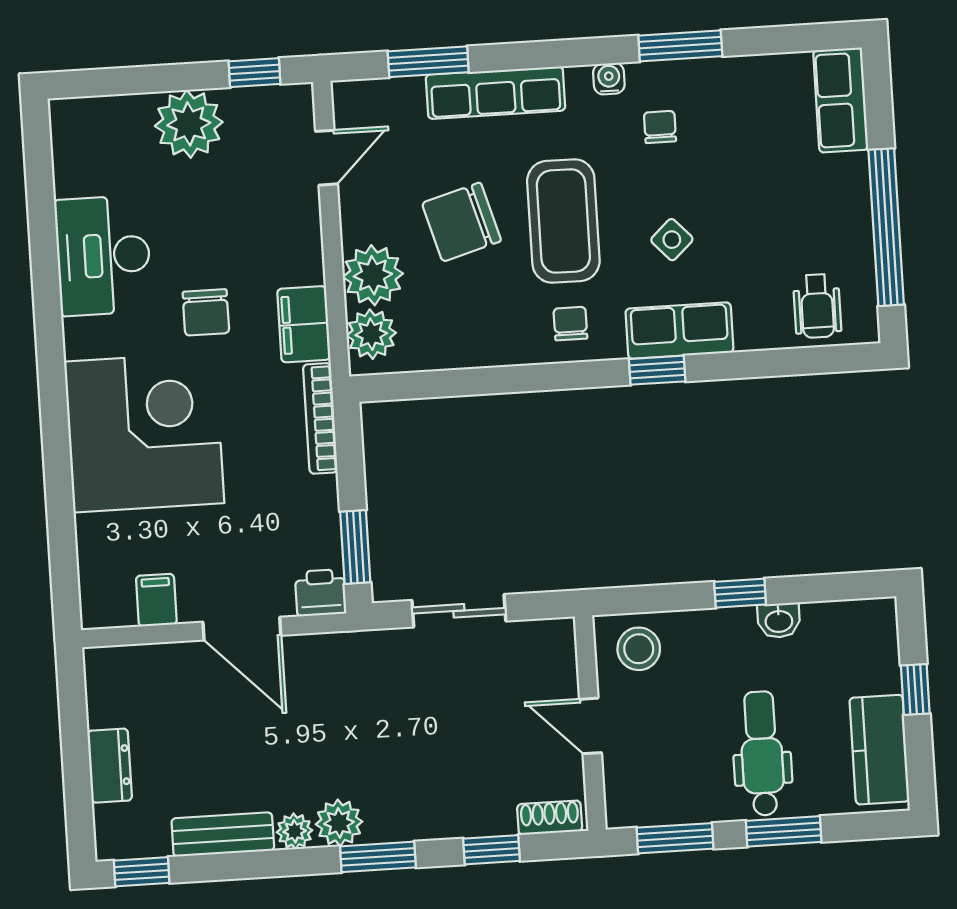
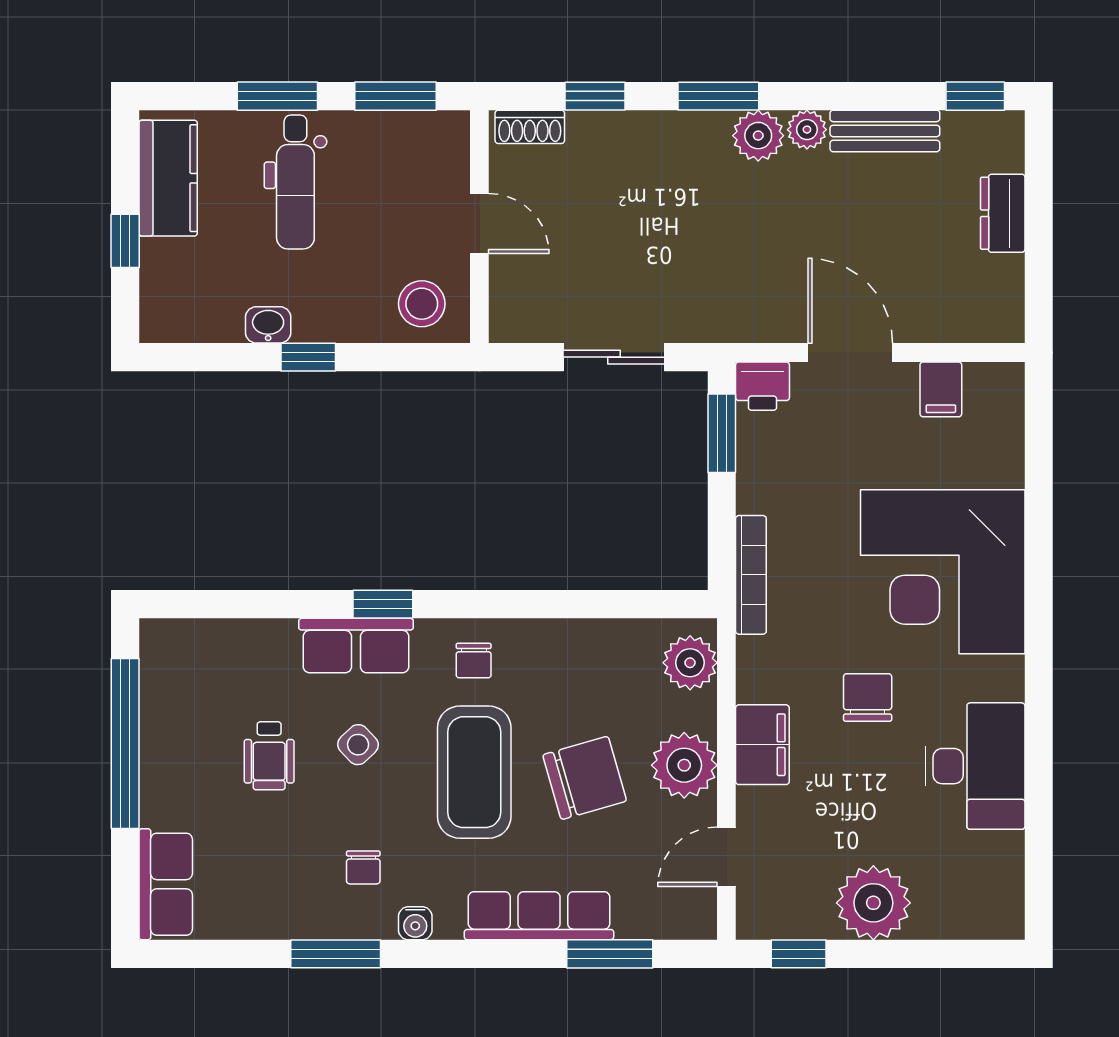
plant: (373, 275) -> (684, 765), moved
wheelchair: (817, 306) -> (269, 756), moved, turned 180
filing cabinet: (304, 324) -> (762, 745), moved

